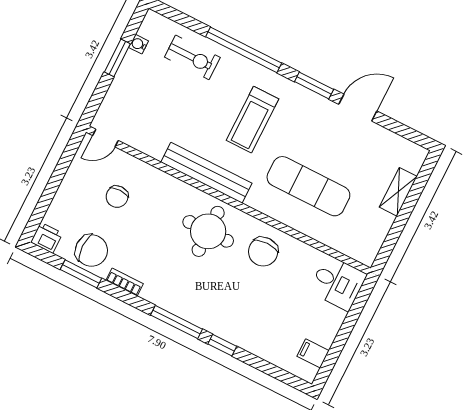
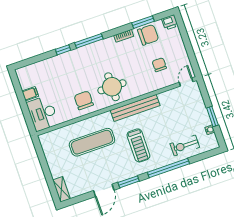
treadmill: (252, 120) -> (138, 145), turned 180
shelving: (398, 192) -> (61, 189), moved
chair: (91, 250) -> (148, 35), turned 180
desk: (338, 283) -> (43, 113), width x1.37
filing cabinet: (313, 353) -> (30, 94), moved

